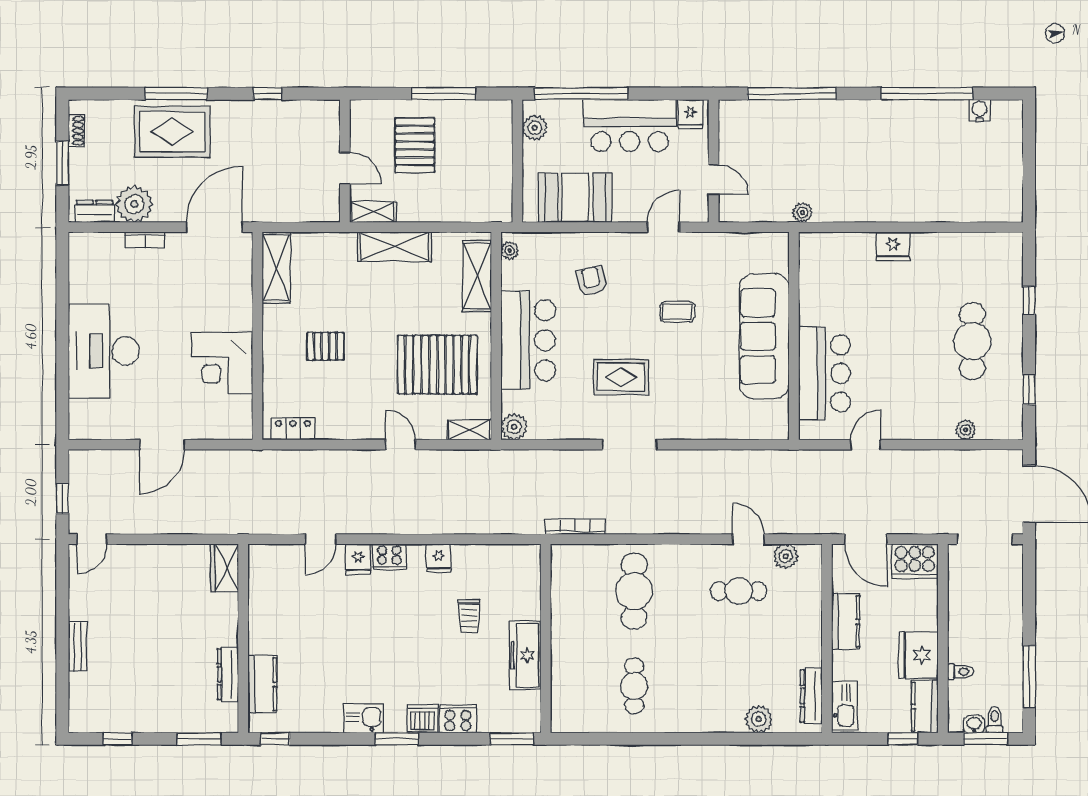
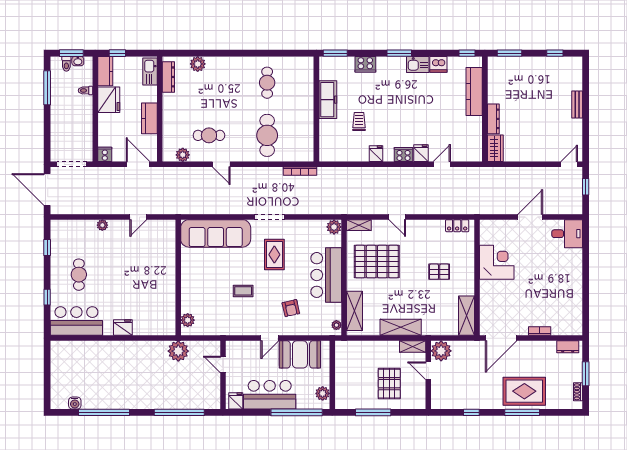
plant: (134, 204) -> (441, 351), moved
plant: (802, 213) -> (178, 351), width x1.87, depth x1.87
door: (663, 227) -> (270, 338), moved
plant: (777, 259) -> (188, 320), added
sofa: (764, 336) -> (216, 233), moved, turned 90
cafe table: (972, 341) -> (79, 275), width x0.73, depth x0.74
desk: (104, 351) -> (567, 234), moved, width x0.53, depth x0.77
bar counter: (824, 373) -> (76, 321), moved, turned 90
rug: (621, 377) -> (274, 255), turned 90
plant: (966, 430) -> (102, 225), moved
door: (748, 539) -> (221, 164), moved
cooker: (915, 561) -> (105, 154), width x0.53, depth x0.76
dresser: (228, 674) -> (493, 119), moved
kitchen counter: (262, 684) -> (474, 91), width x1.50
dishwasher: (422, 719) -> (438, 64), moved

